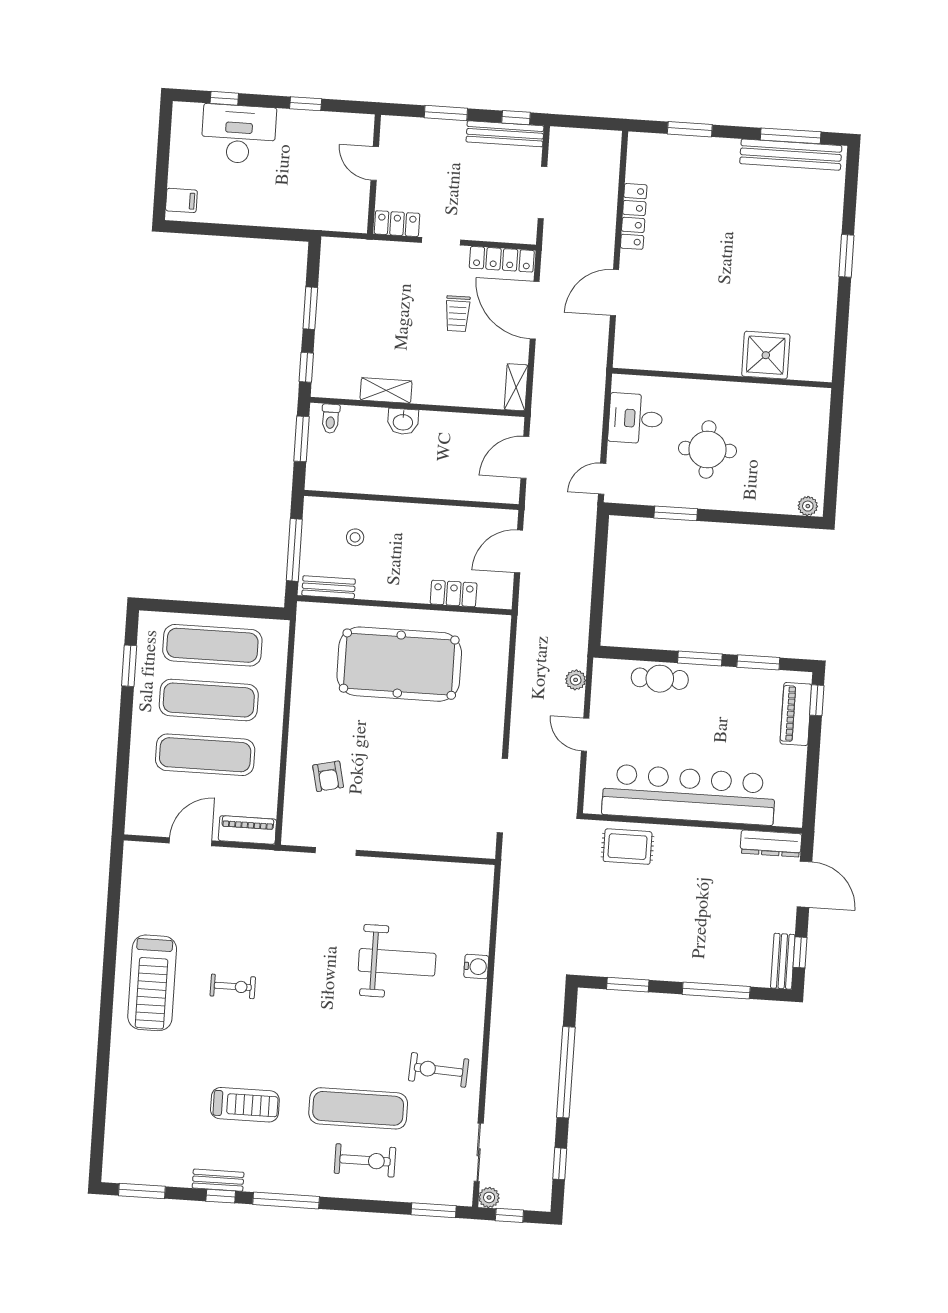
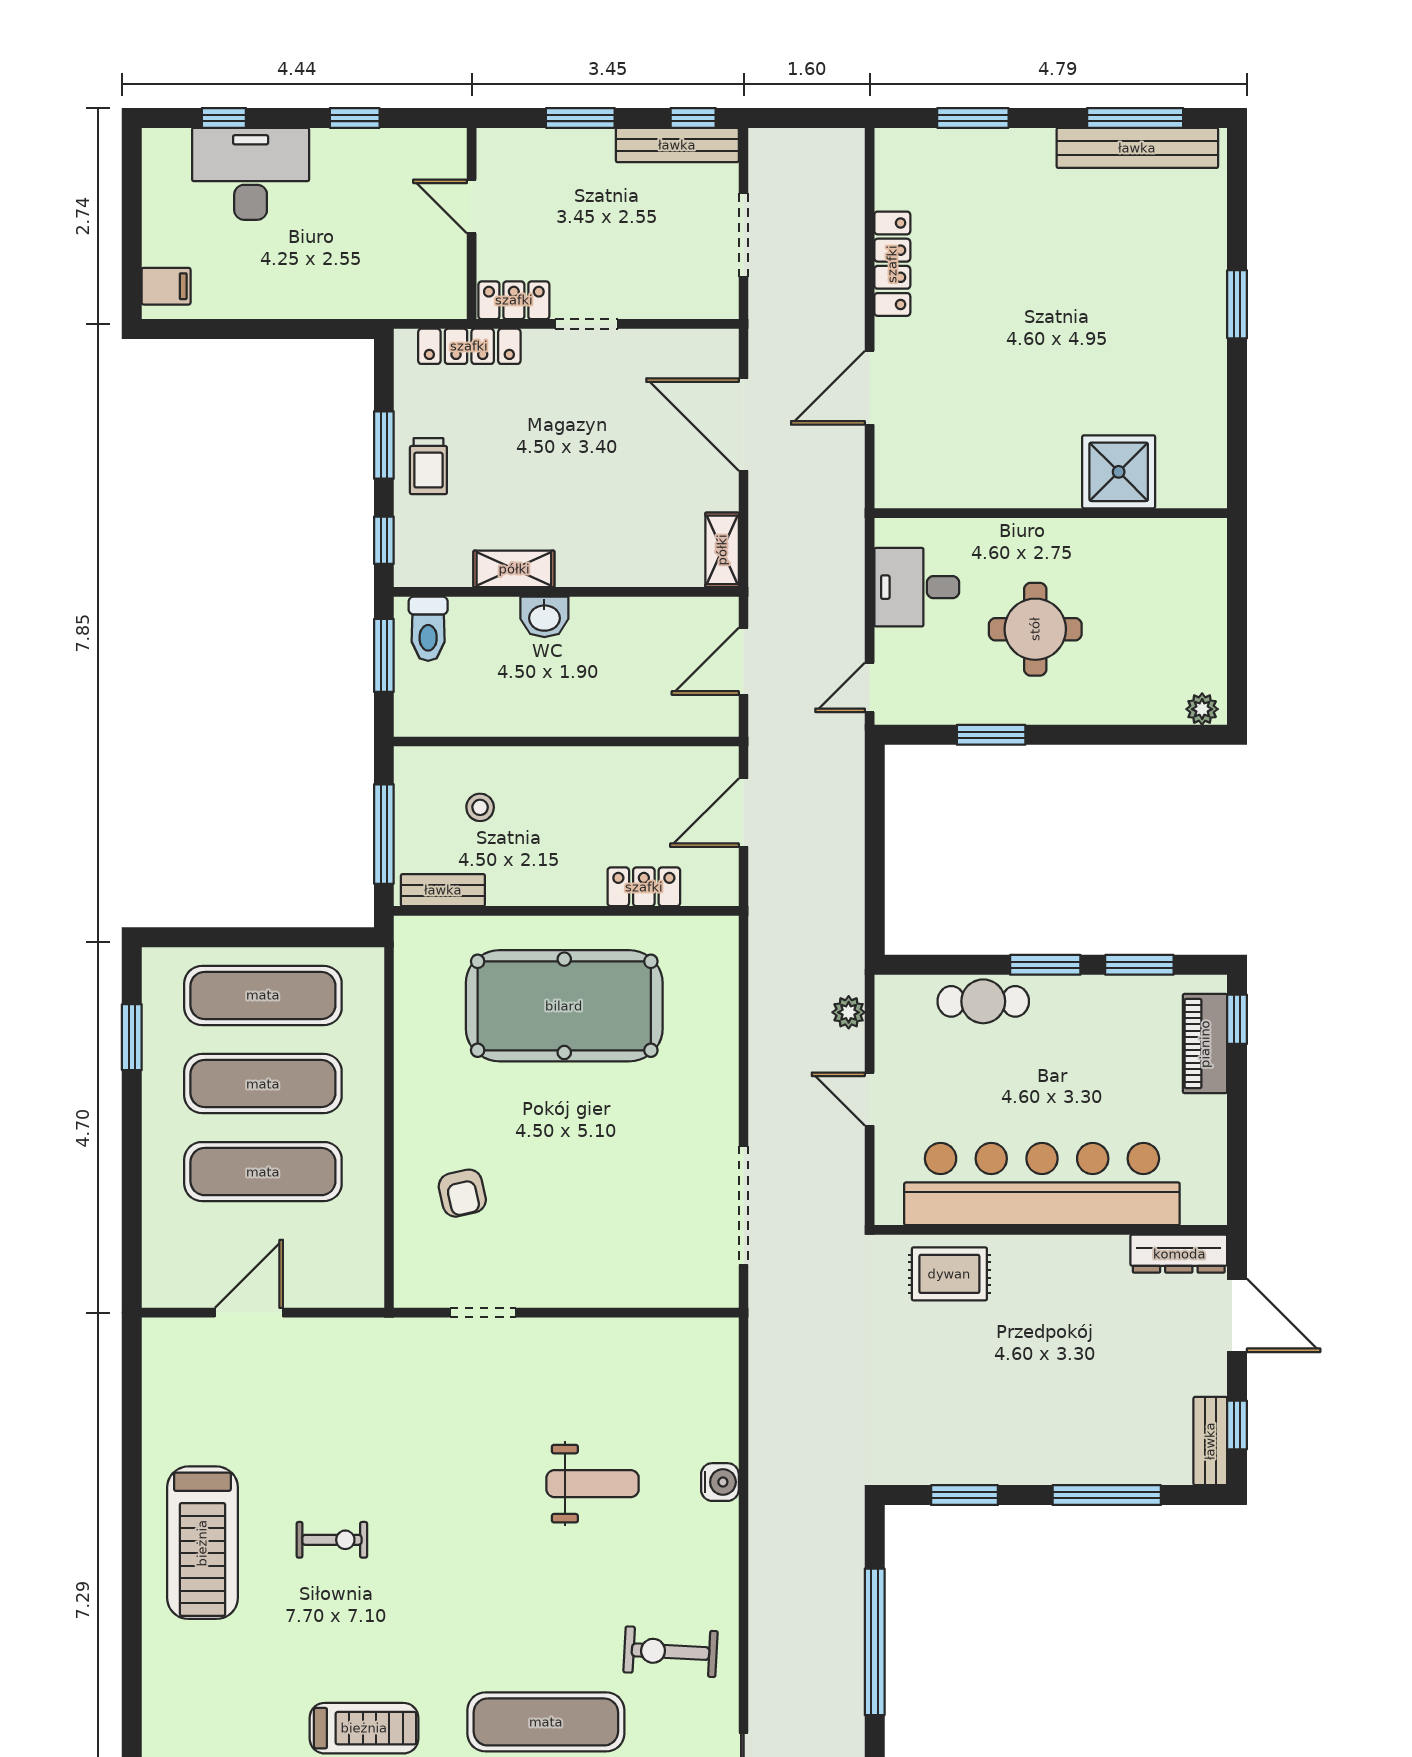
locker: (502, 259) -> (469, 346), moved
trolley: (457, 314) -> (428, 466), moved
toilet: (331, 419) -> (428, 629), width x1.37, depth x1.39
piano: (247, 830) -> (339, 1288), removed
weight bench: (397, 962) -> (593, 1484), width x0.73, depth x0.75

